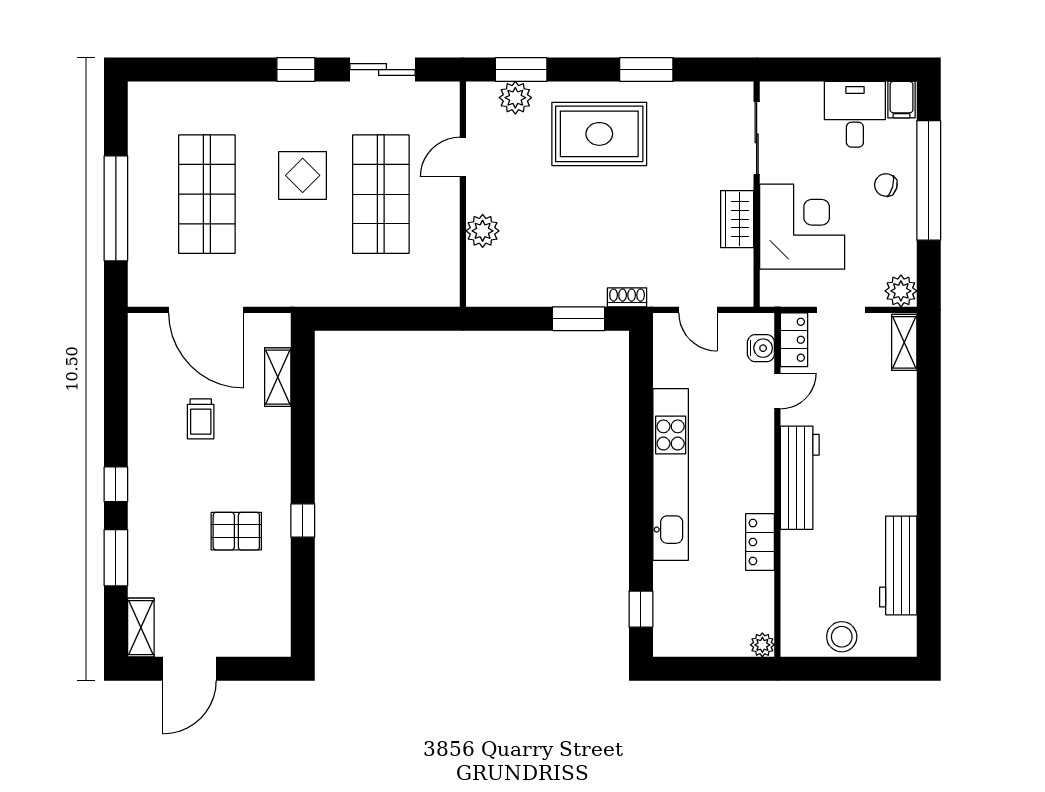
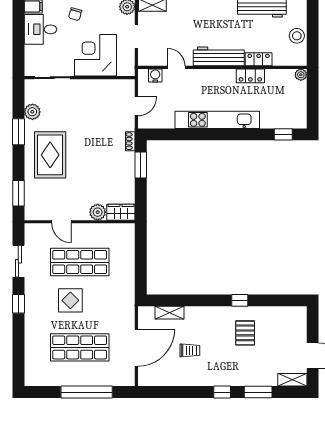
plant: (515, 98) -> (32, 112), moved
wardrobe: (737, 219) -> (121, 212), moved, turned 180
locker: (794, 340) -> (259, 59), moved

